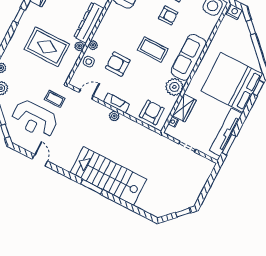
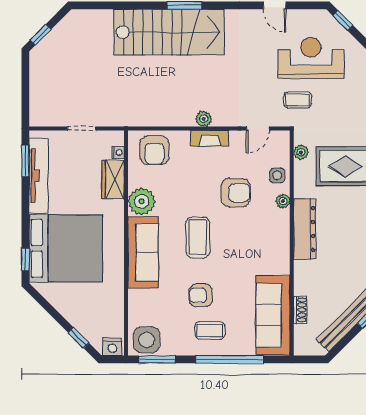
plant: (79, 46) -> (301, 152), moved
coffee table: (153, 50) -> (198, 237), turned 90

